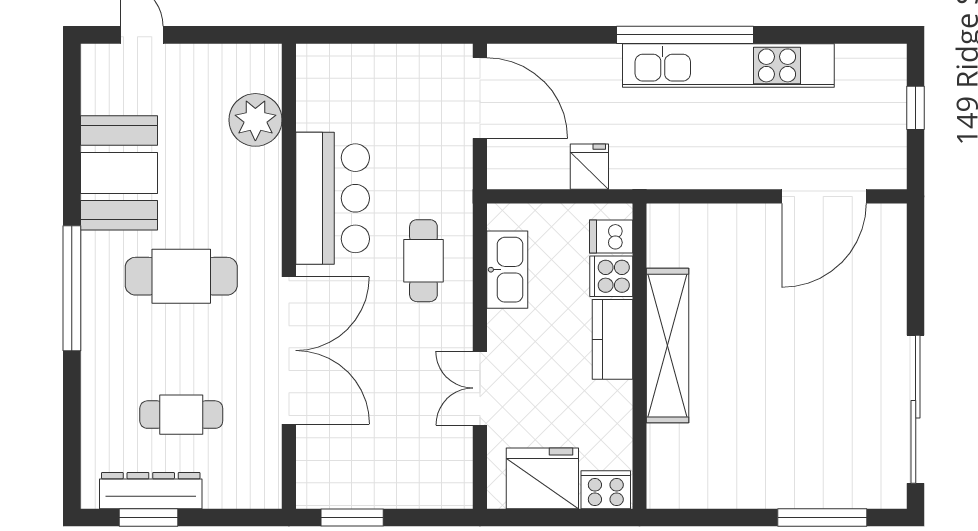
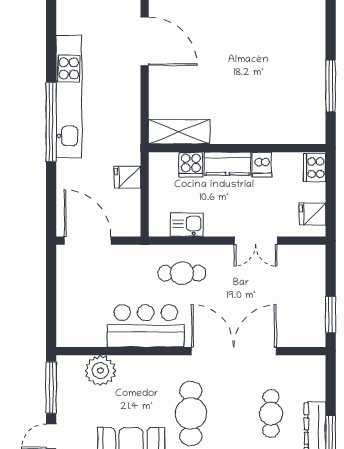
window: (226, 35) -> (51, 387), added
door: (480, 98) -> (88, 241), hinge flipped
dishwasher: (611, 237) -> (262, 165), moved
kitchen sink: (507, 270) -> (187, 225), width x0.73
shelving: (668, 346) -> (179, 132), moved, width x0.68
fridge: (542, 478) -> (312, 214), width x0.53, depth x0.75
window: (822, 517) -> (331, 86), moved

